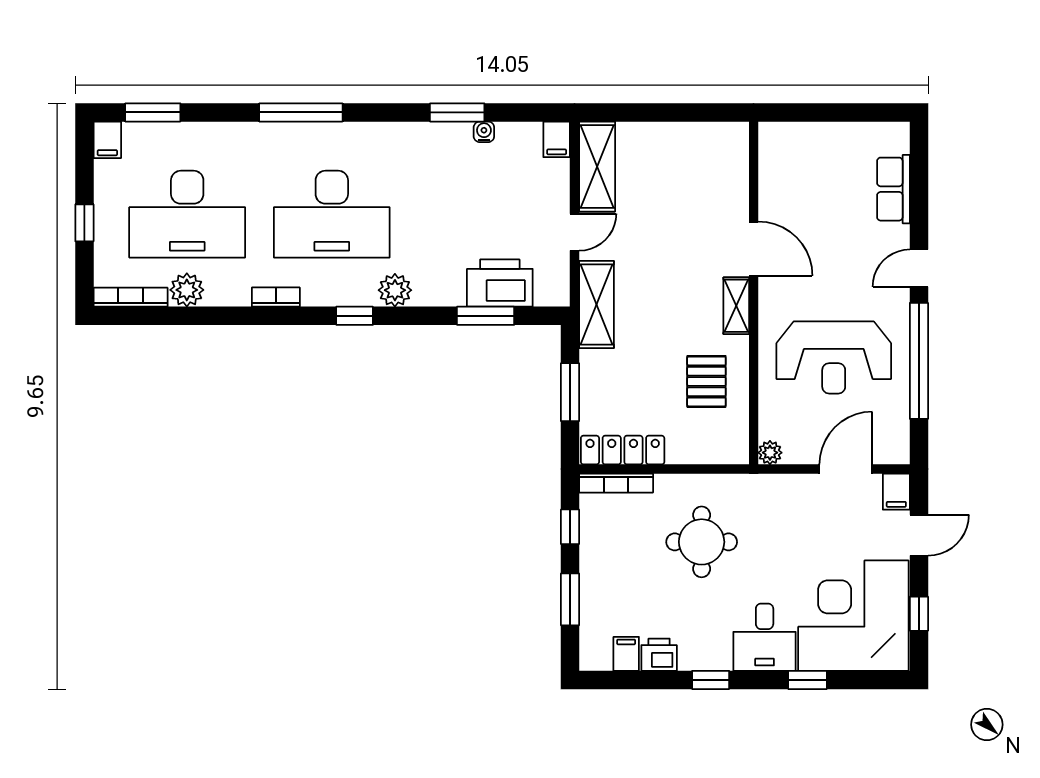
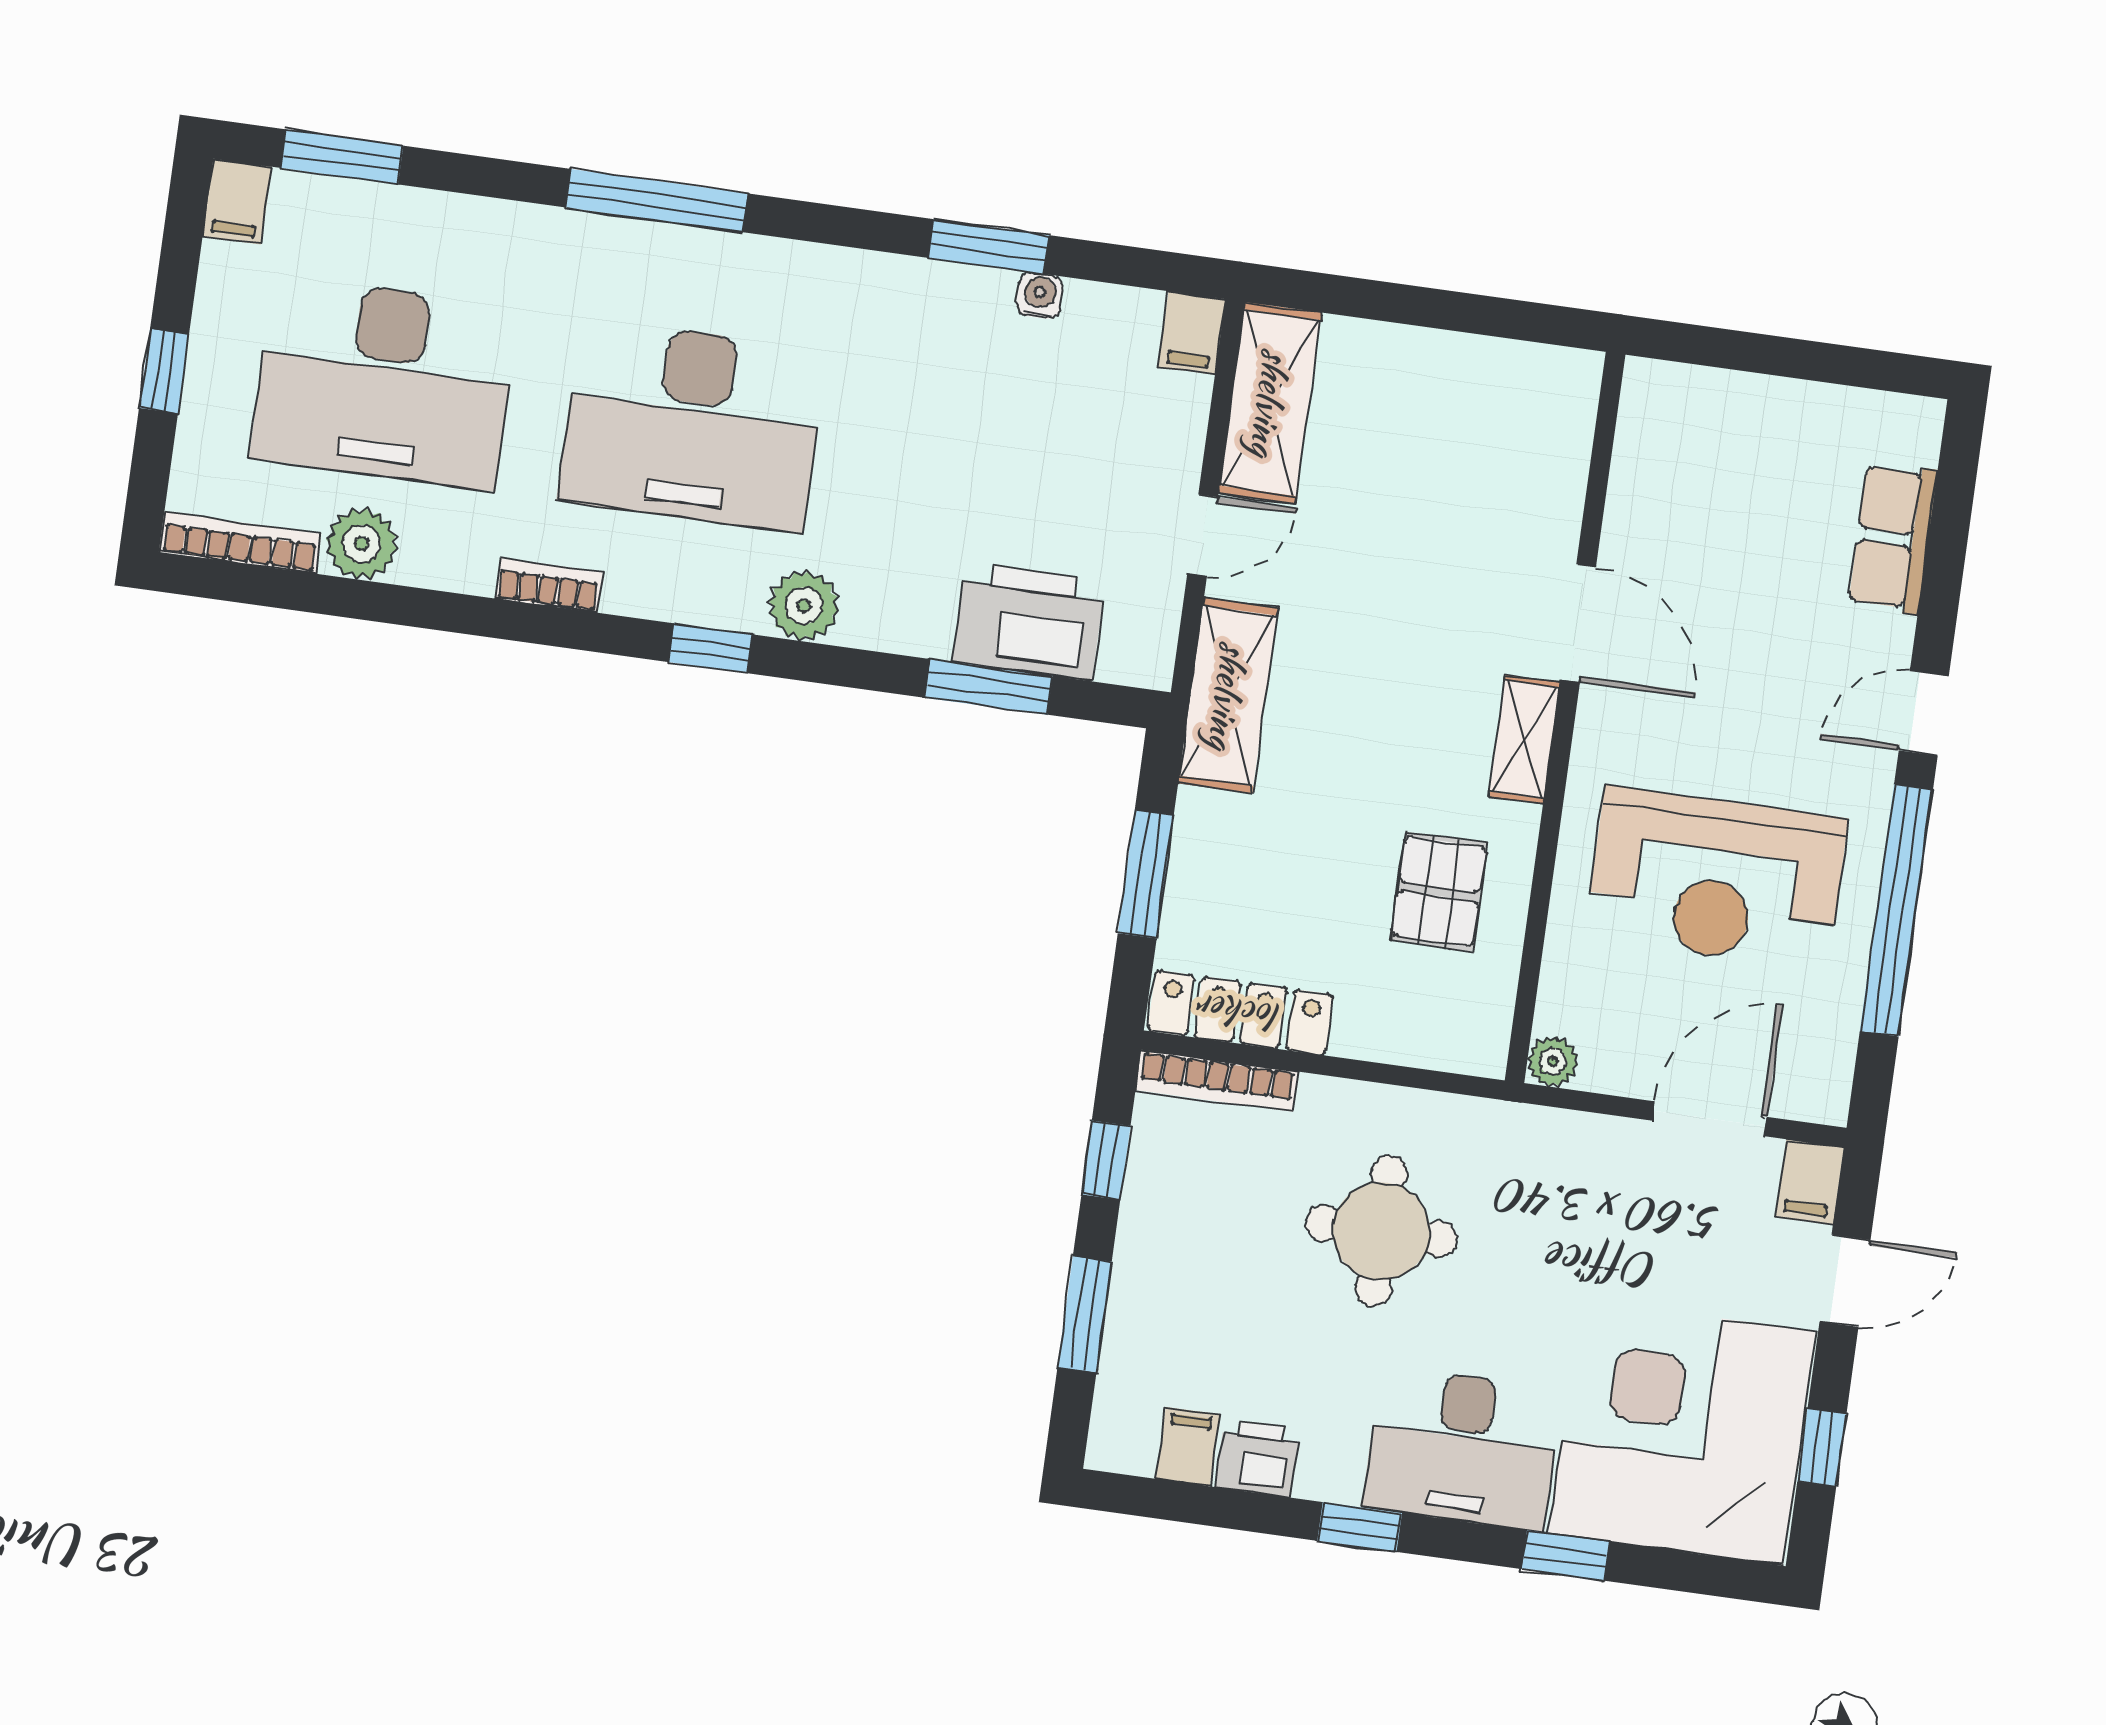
desk: (765, 637) -> (1462, 1449), width x1.37

